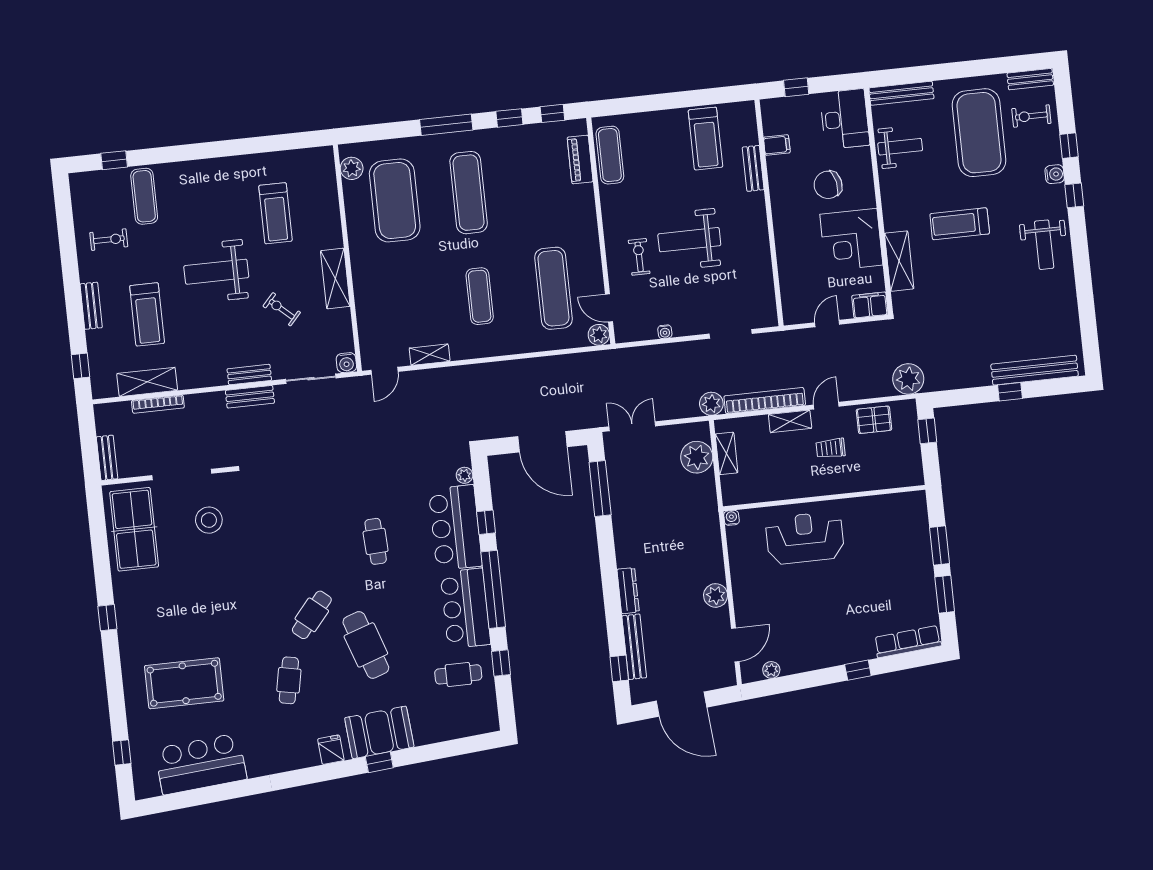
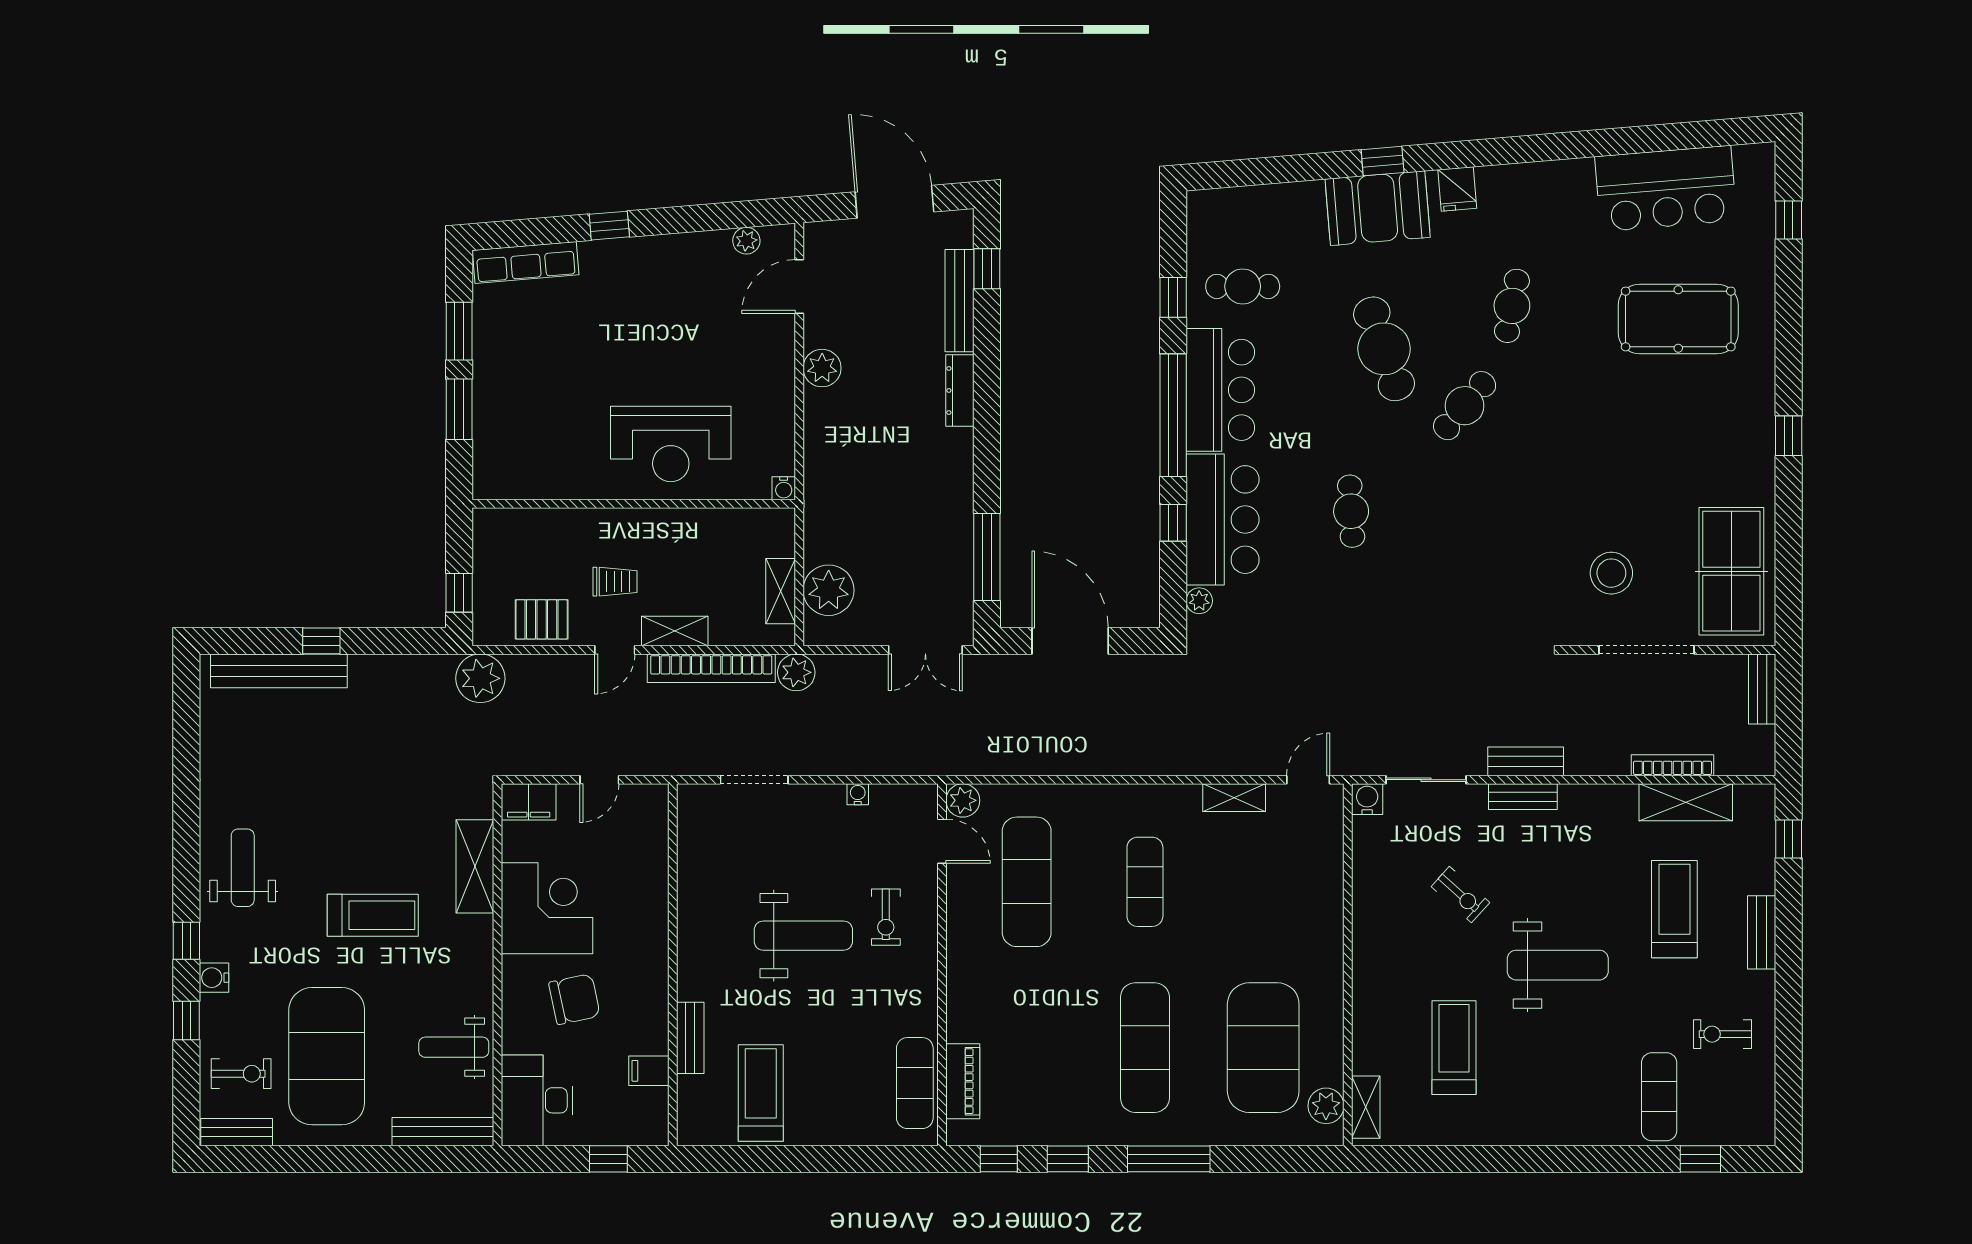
shelving: (335, 279) -> (1366, 1107), moved, width x0.67, depth x0.75

